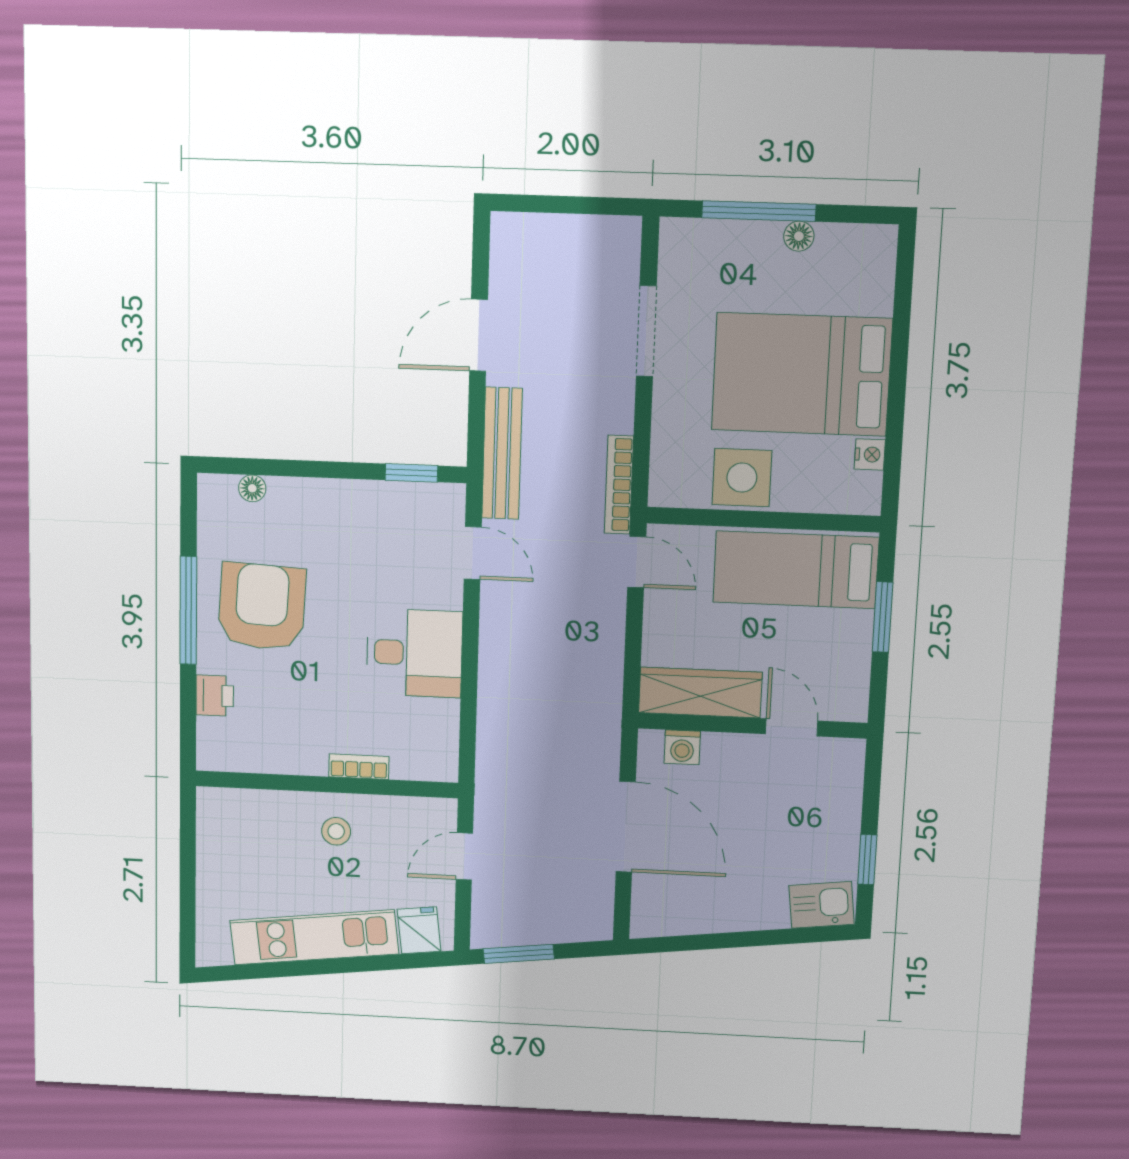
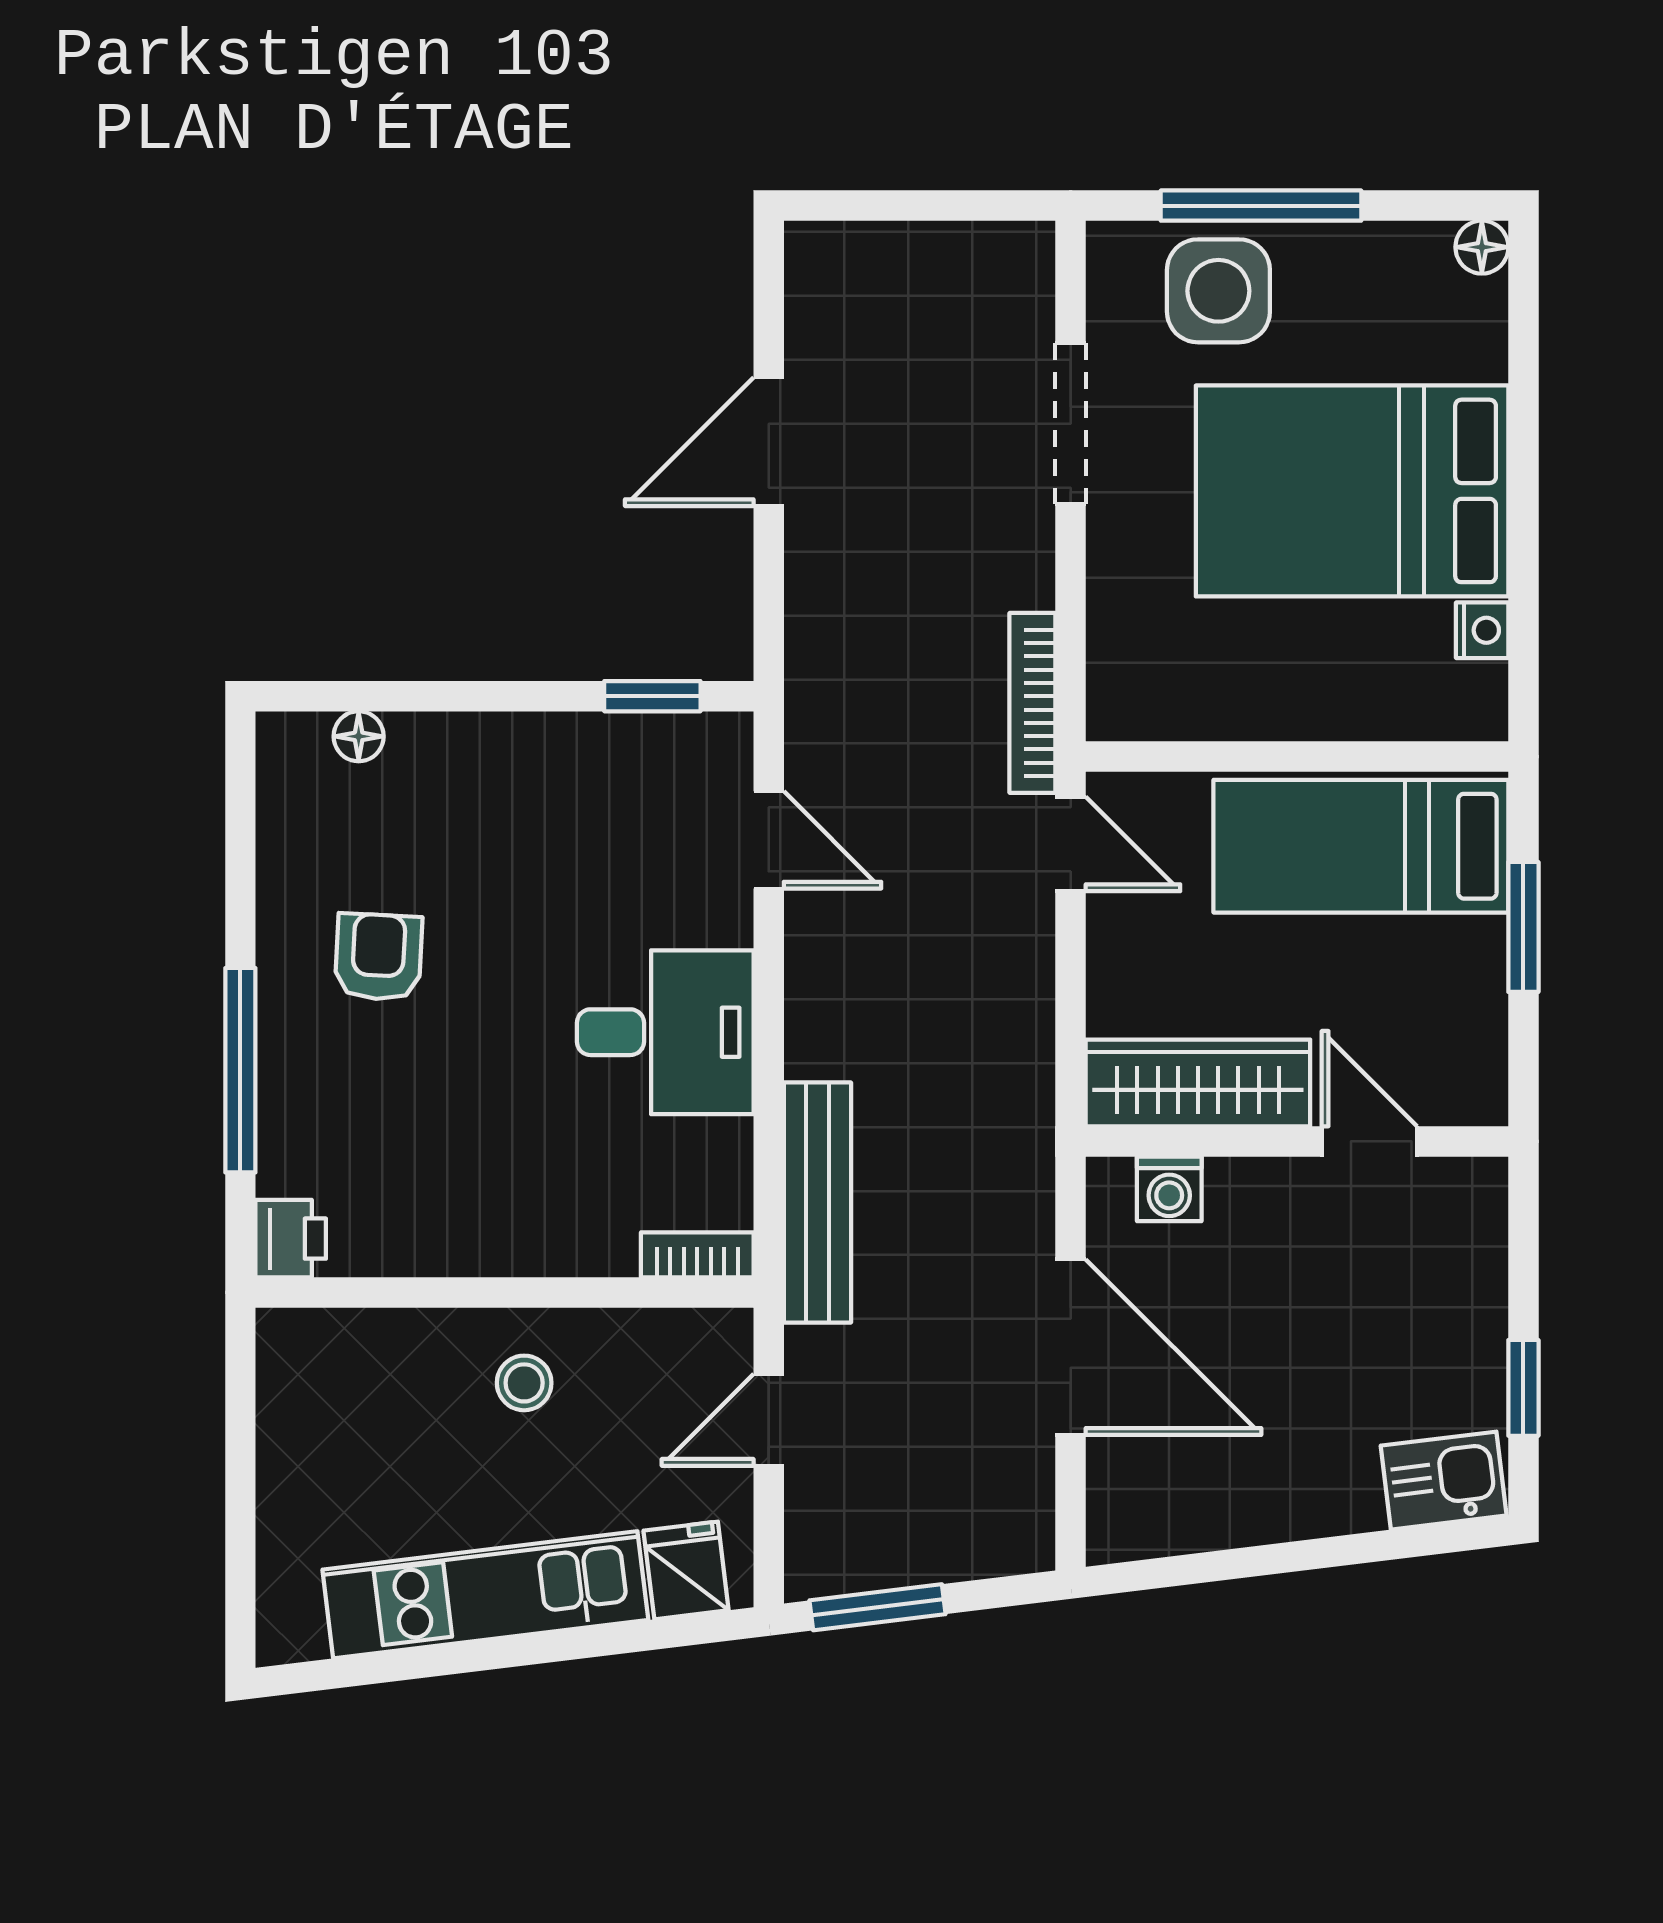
floor lamp: (799, 236) -> (1482, 247), moved
bench: (502, 453) -> (817, 1203), moved
side table: (742, 478) -> (1218, 291), moved
armchair: (262, 607) -> (378, 957), width x0.53, depth x0.53
window: (188, 610) -> (240, 1070), moved
printer: (215, 696) -> (291, 1239), moved
bookcase: (359, 767) -> (697, 1255), moved

